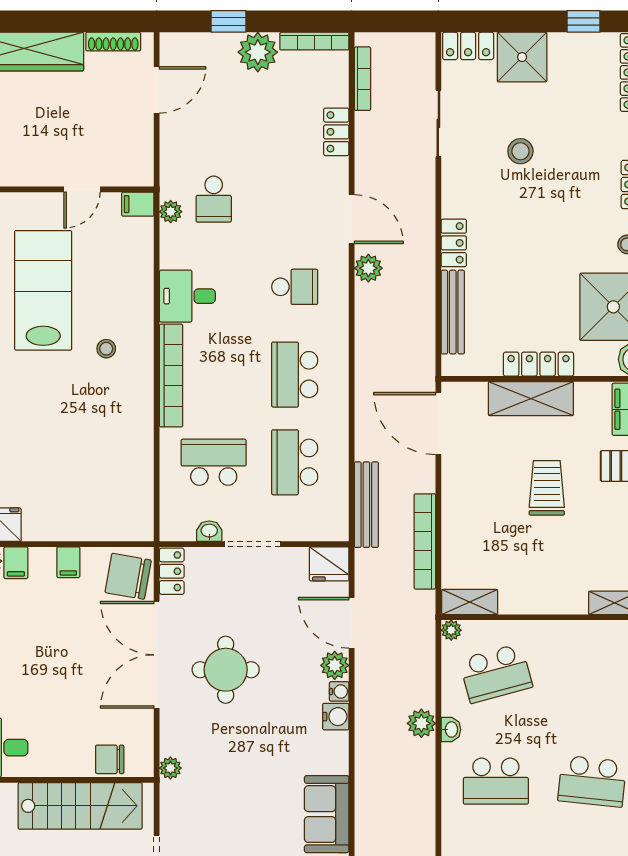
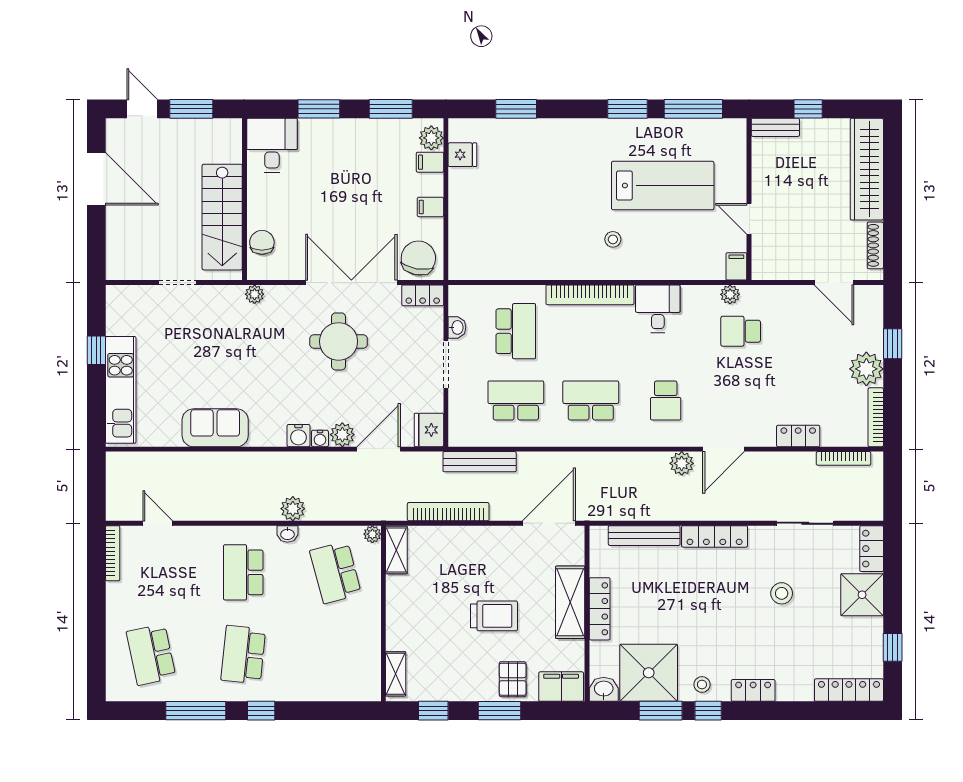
locker: (454, 243) -> (715, 536), width x1.53

